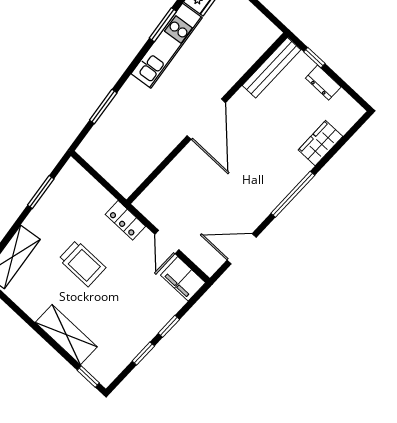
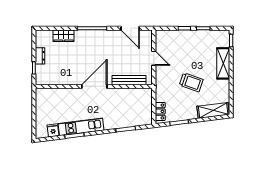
bench: (272, 68) -> (129, 80), moved
locker: (125, 220) -> (160, 111), moved
door: (167, 242) -> (154, 58), hinge flipped
trolley: (82, 263) -> (191, 82), turned 109
filing cabinet: (183, 279) -> (162, 39), removed

